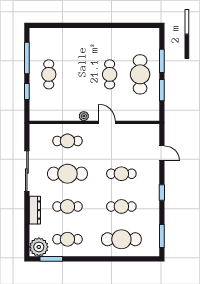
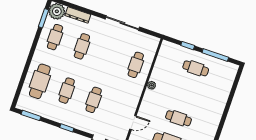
door: (107, 122) -> (133, 123), moved
cafe table: (67, 174) -> (109, 56), removed
dresser: (35, 210) -> (78, 15), moved

